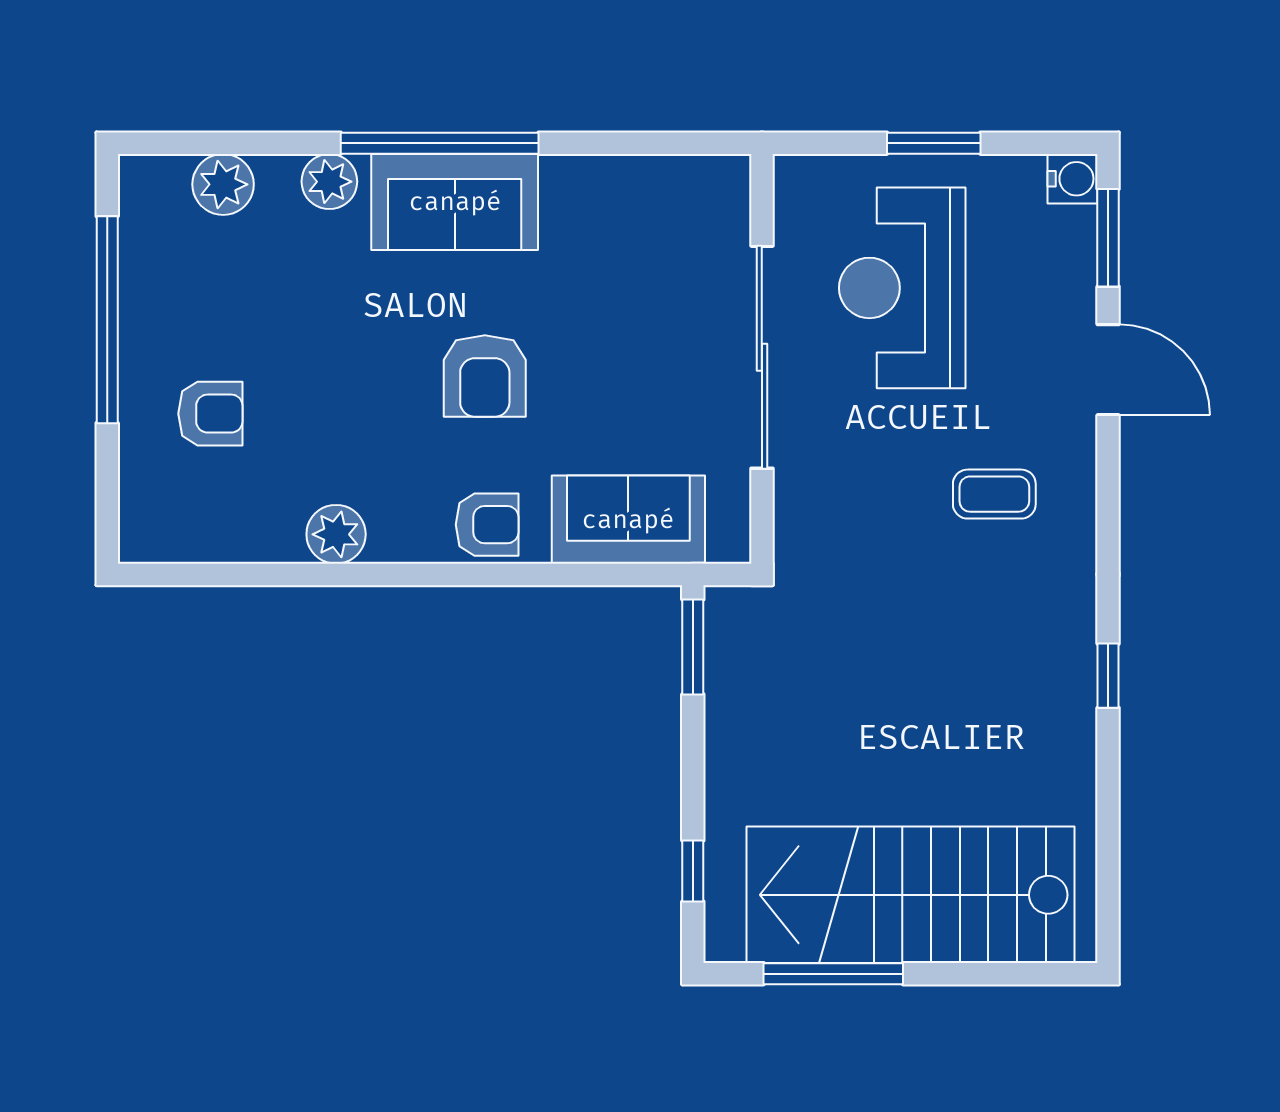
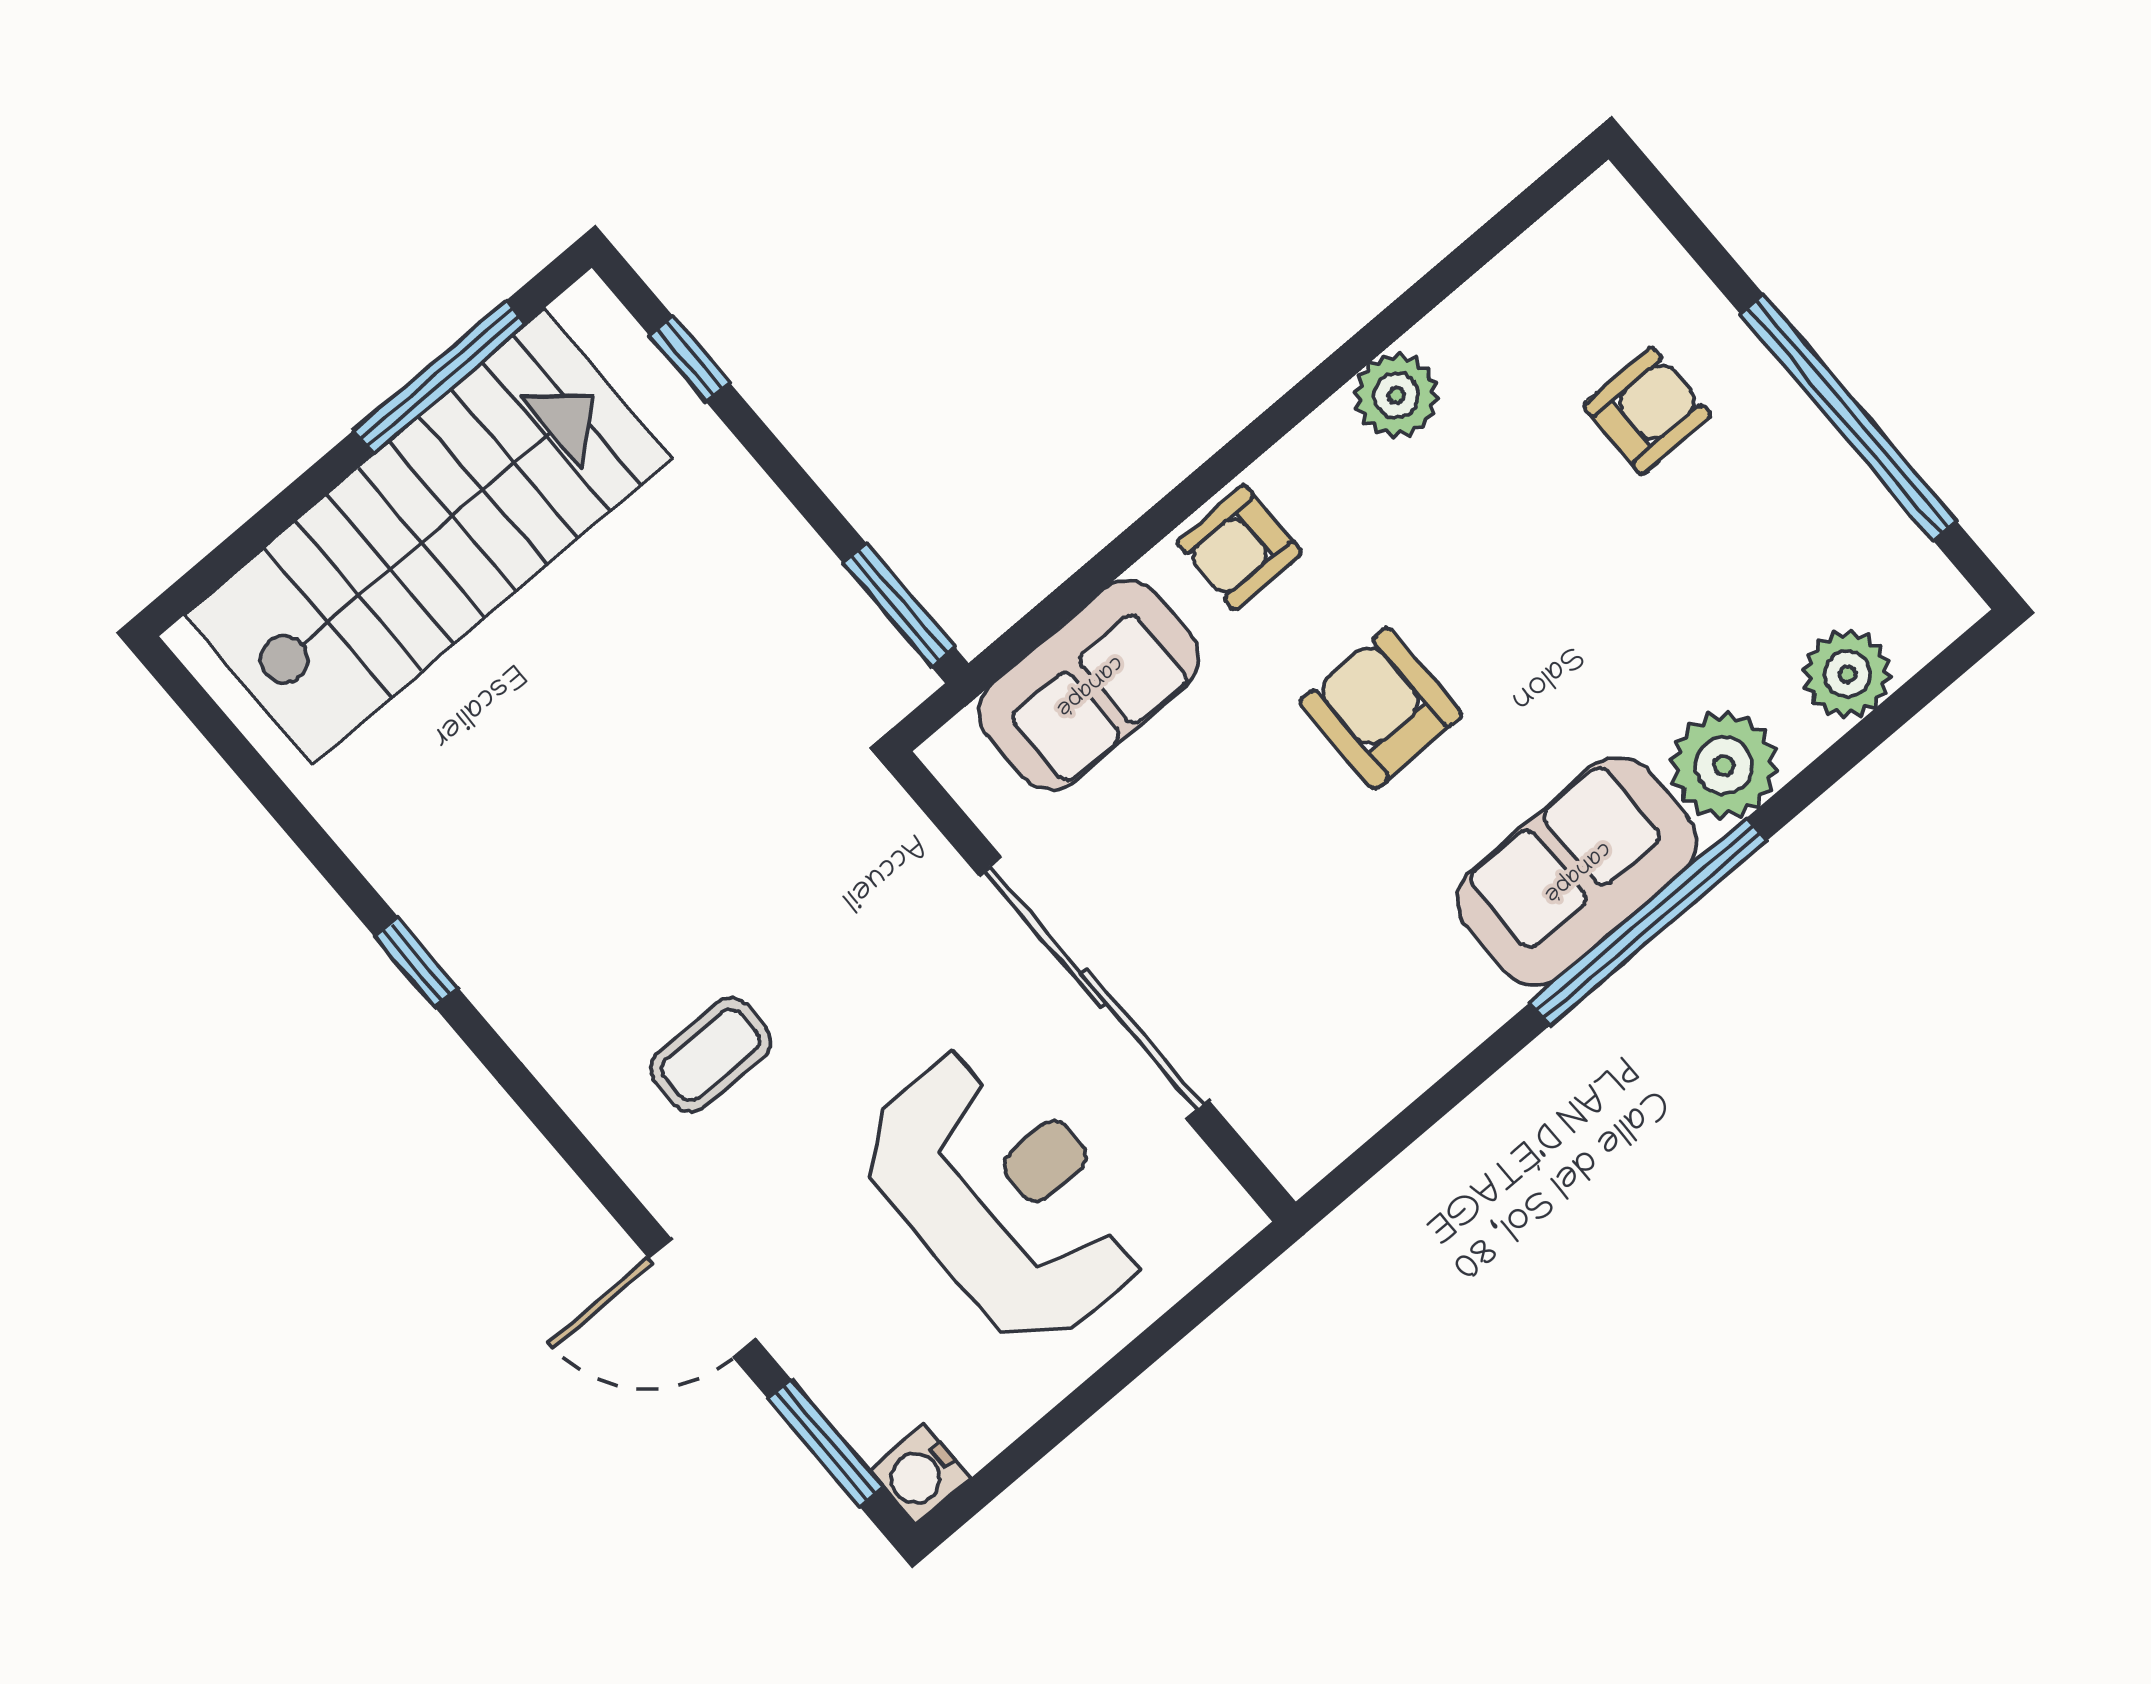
window: (934, 143) -> (1105, 1384), removed
plant: (329, 182) -> (1724, 766), width x1.36, depth x1.36
armchair: (210, 414) -> (1647, 411), turned 180

